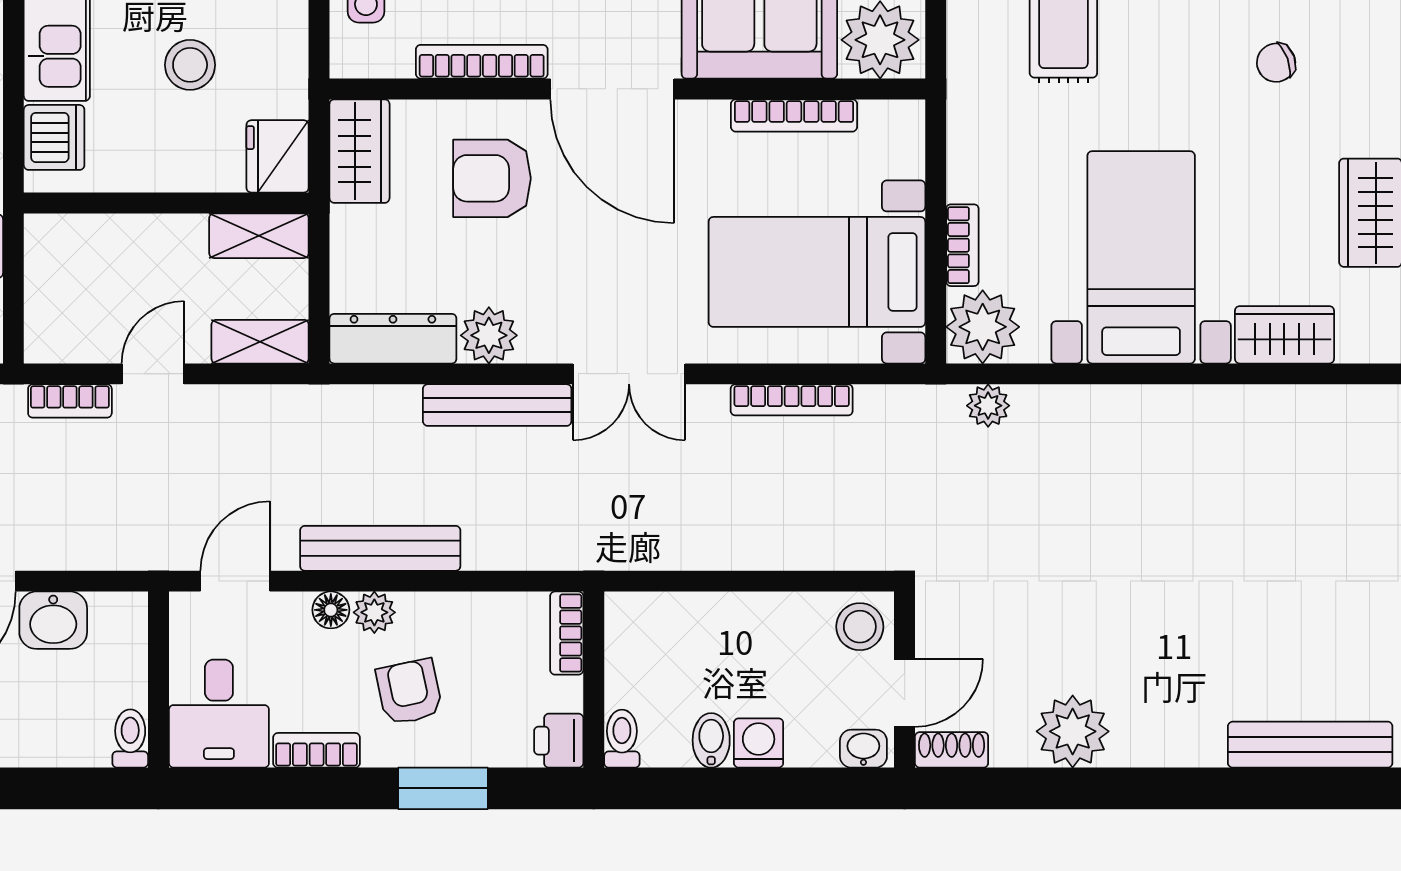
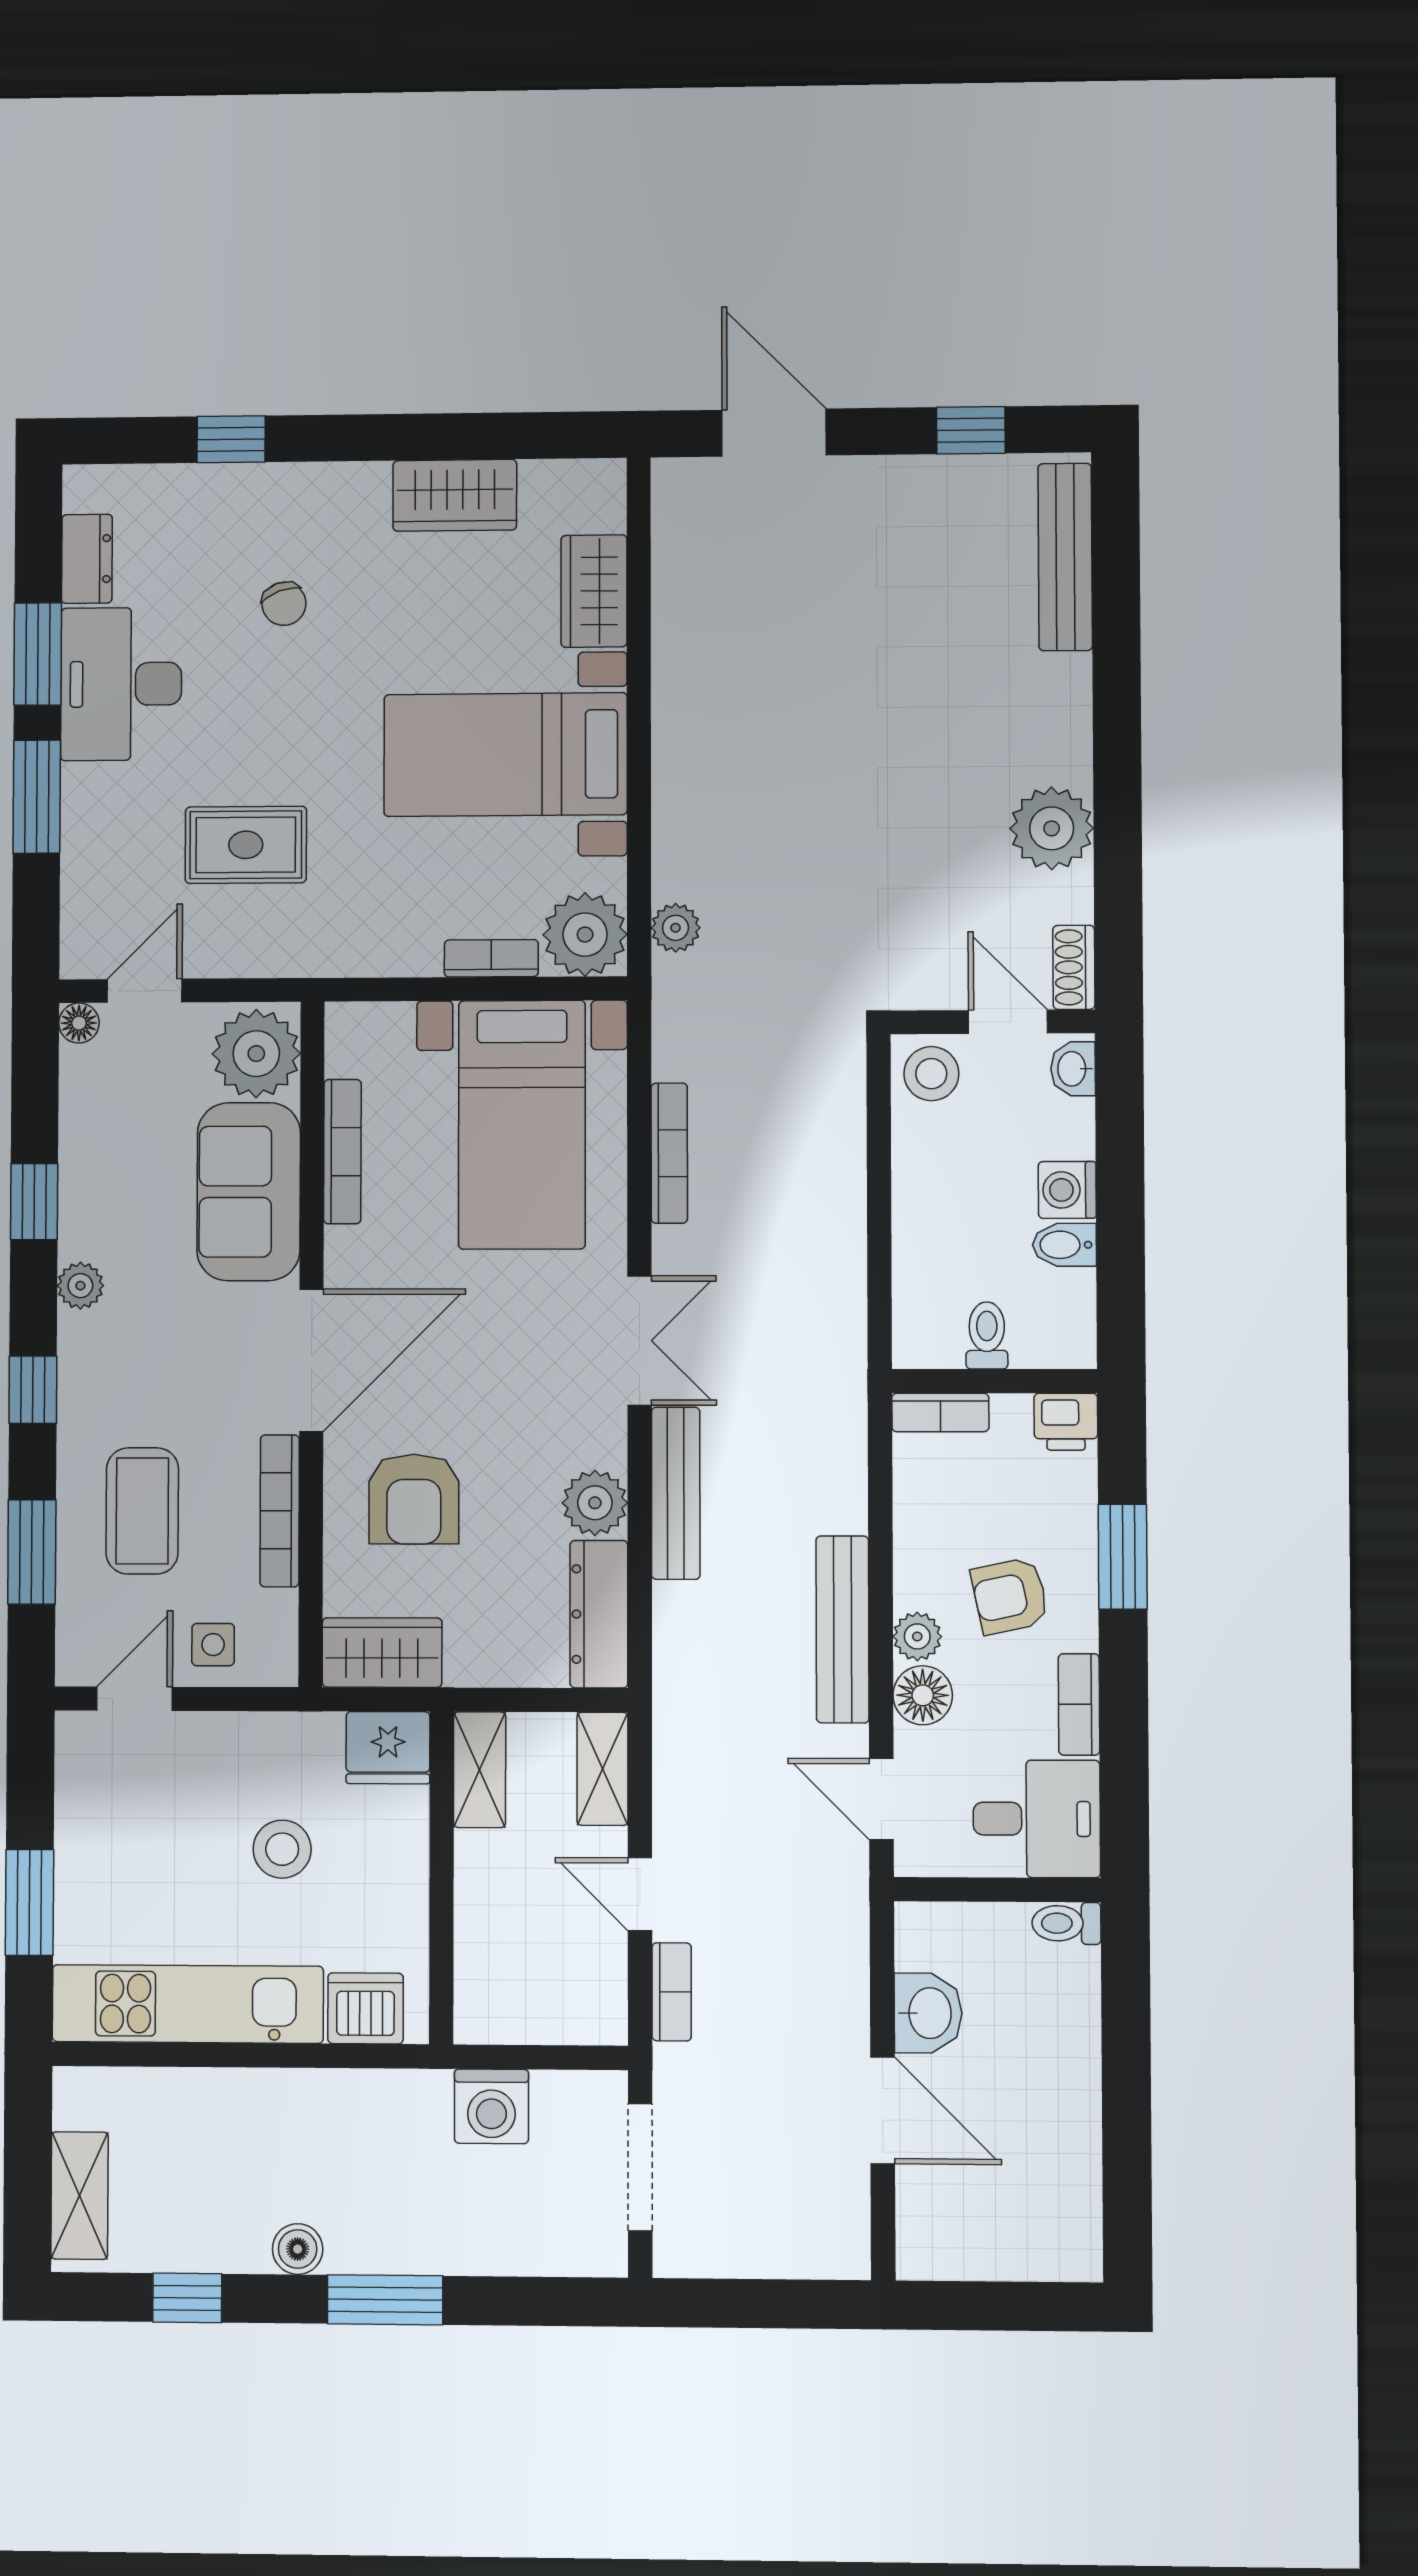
floor lamp: (331, 610) -> (923, 1695), width x1.37, depth x1.37
toilet: (622, 739) -> (987, 1335), moved, turned 90

